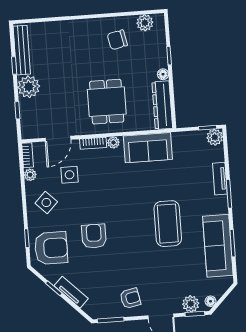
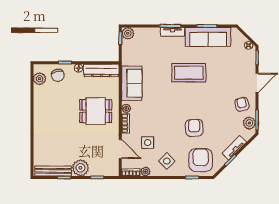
chair: (117, 40) -> (58, 75), moved
tv unit: (220, 179) -> (172, 32), moved
armchair: (94, 236) -> (194, 128), turned 87
plant: (191, 304) -> (249, 123), moved

